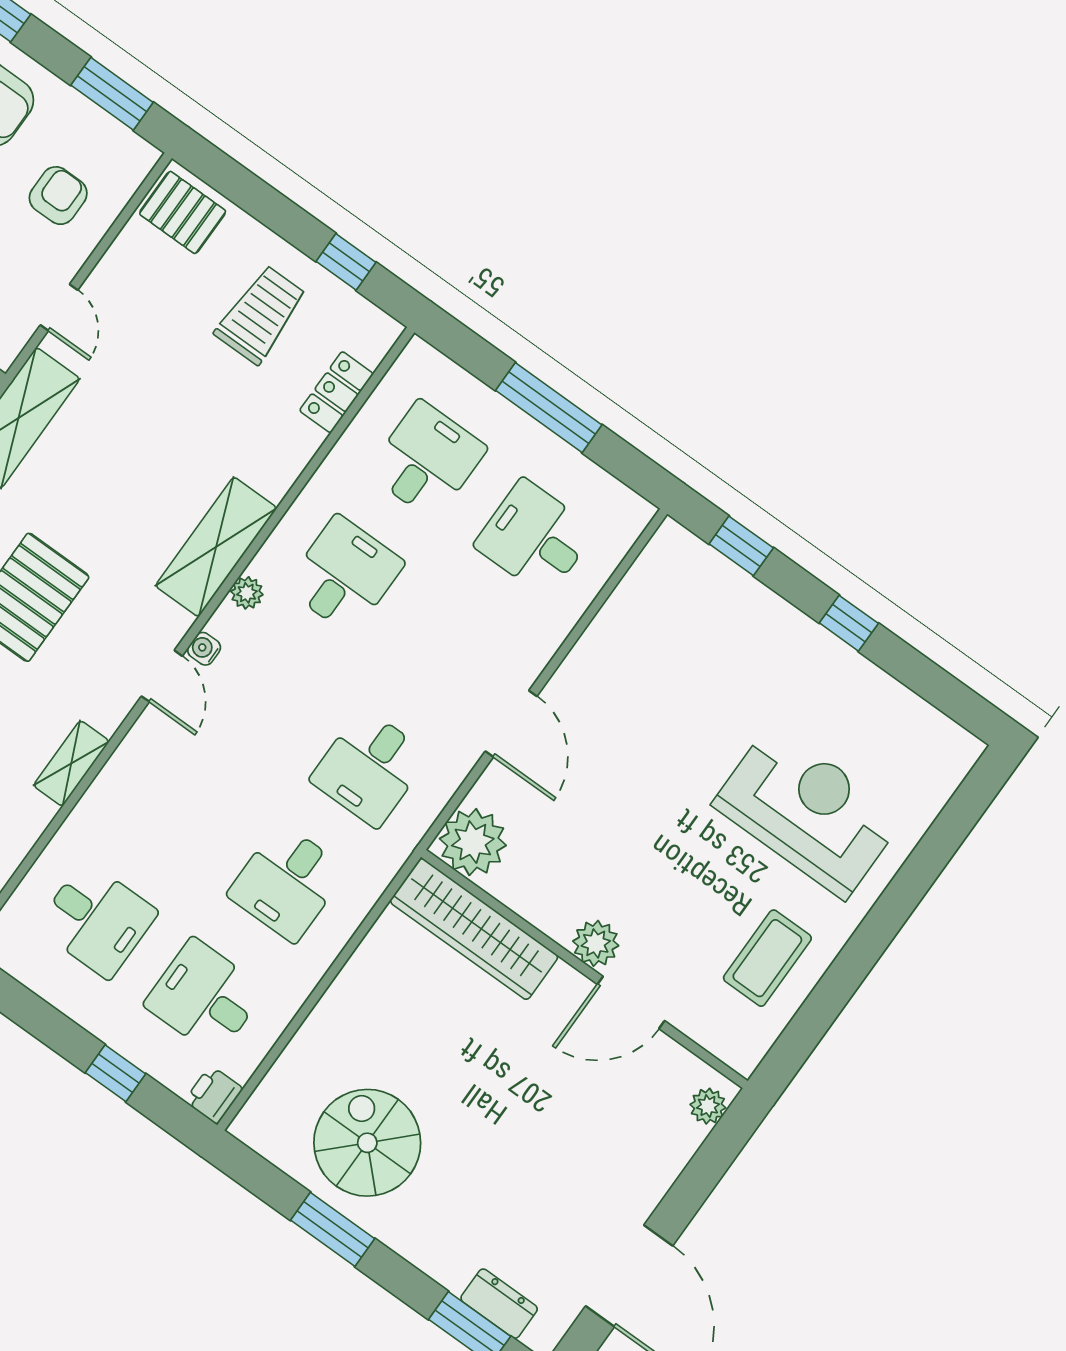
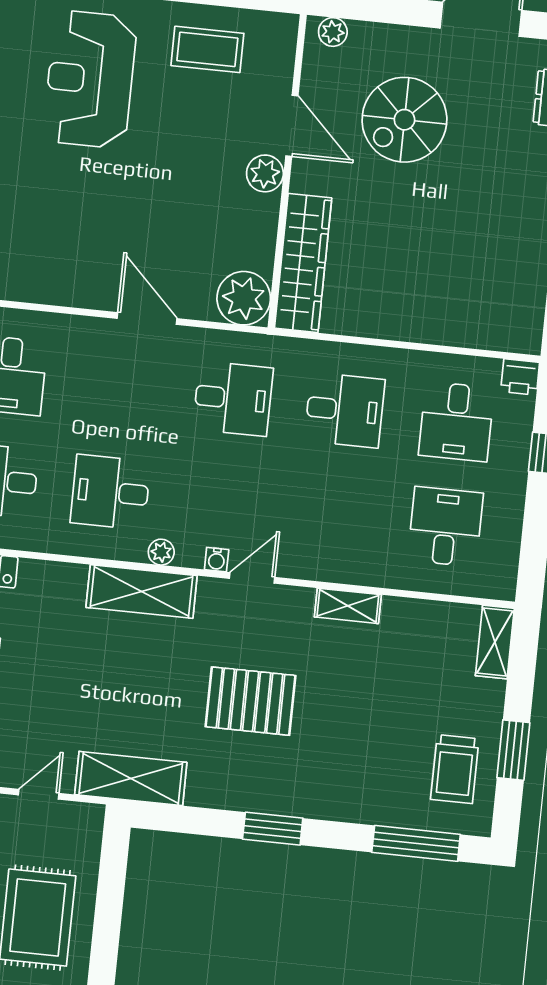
door: (511, 724) -> (147, 318), hinge flipped
spiral stairs: (367, 1143) -> (404, 120), moved

